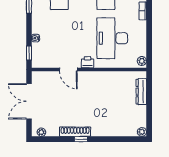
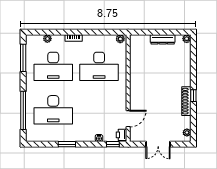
printer: (87, 62) -> (122, 135), moved
door: (68, 69) -> (128, 119), moved
dresser: (141, 92) -> (163, 39), moved
double door: (29, 101) -> (158, 144), width x0.73

